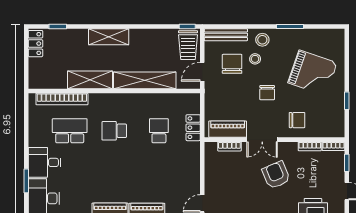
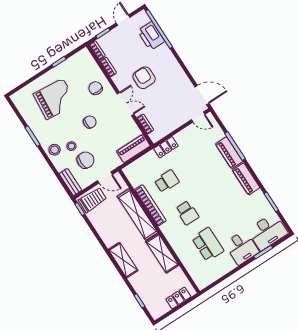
bench: (226, 35) -> (70, 182), width x0.73
locker: (35, 44) -> (178, 298), moved
chair: (232, 64) -> (86, 160), turned 180
grand piano: (313, 73) -> (55, 99), turned 76
bookcase: (62, 99) -> (150, 205), moved
locker: (193, 128) -> (166, 147), moved
piano: (228, 129) -> (133, 149), moved, turned 90
school desk: (70, 131) -> (208, 244), turned 180
school desk: (159, 131) -> (167, 181), turned 180
armchair: (276, 175) -> (144, 78), turned 113

